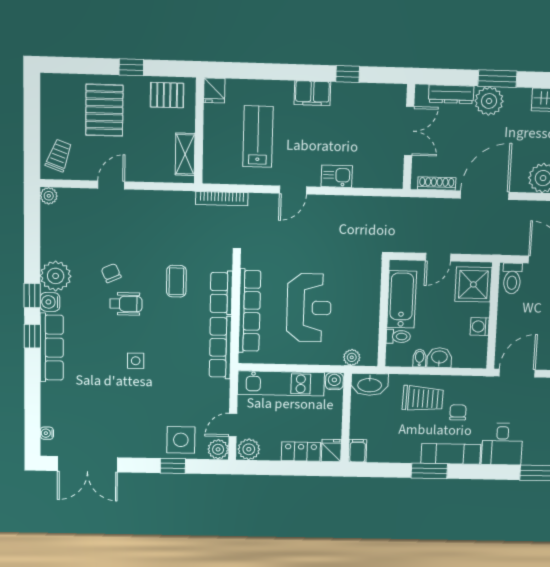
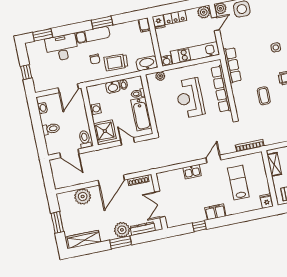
lab bench: (258, 137) -> (238, 183), turned 180
door: (438, 257) -> (128, 141), hinge flipped
row of seats: (221, 293) -> (238, 95), removed
desk: (502, 444) -> (62, 48), width x1.37

